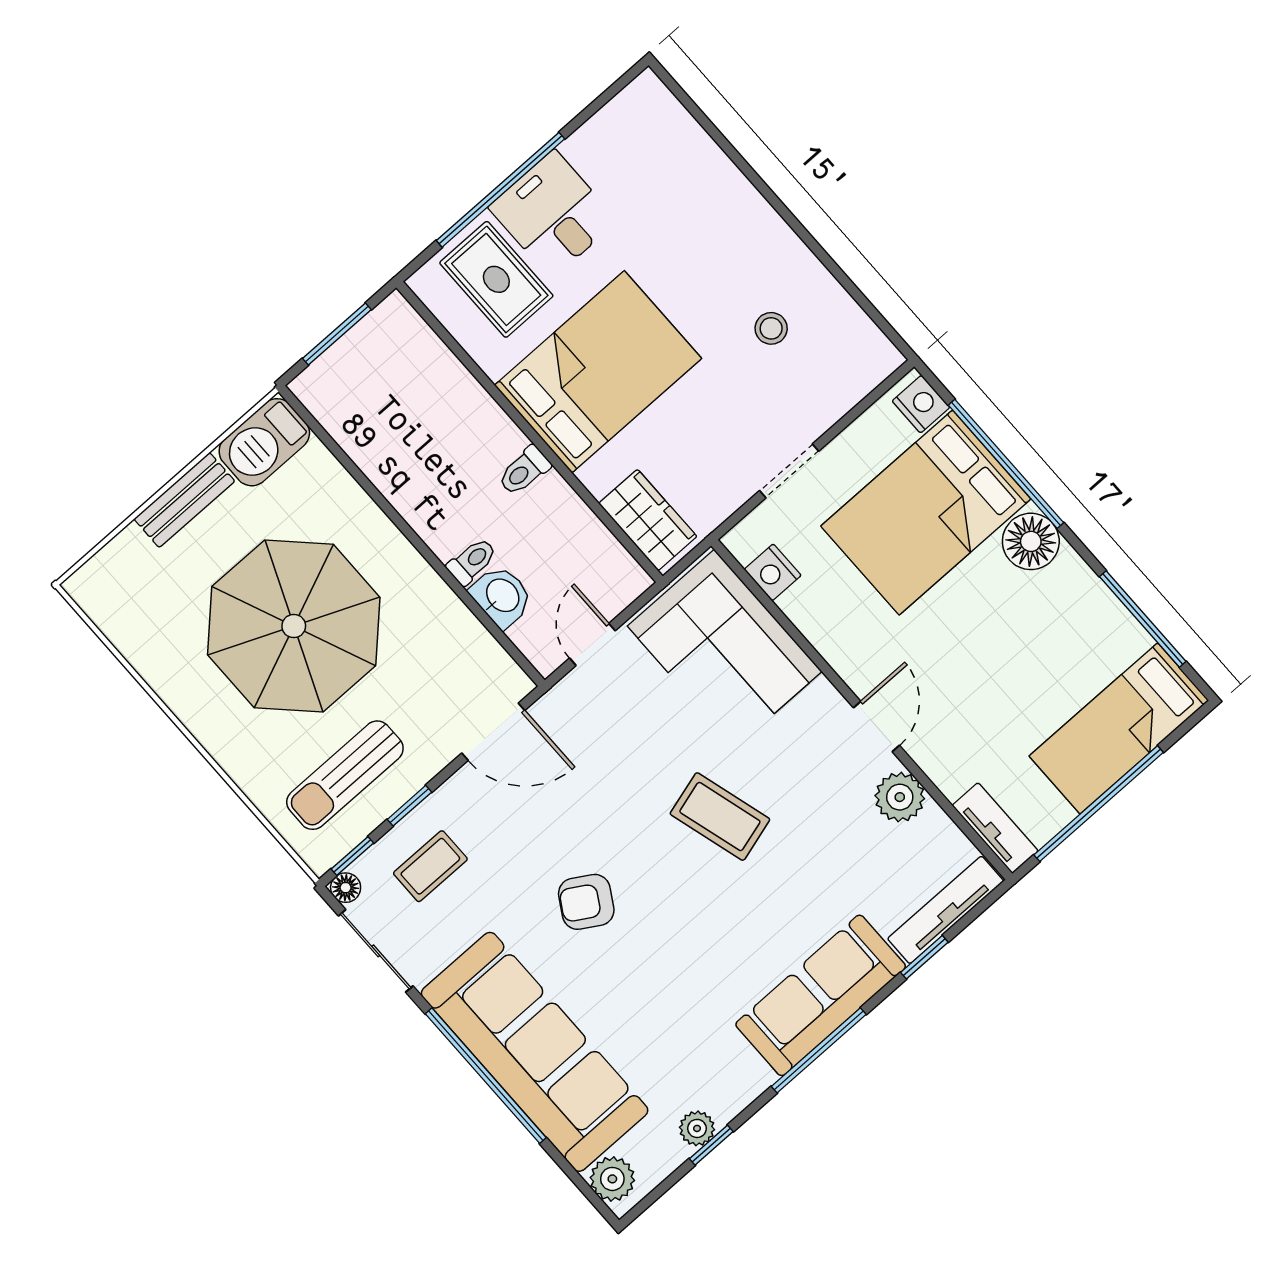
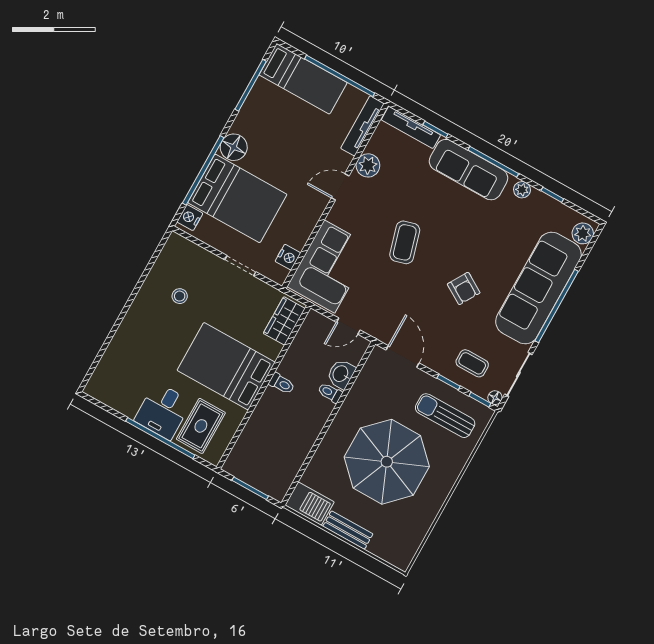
sun lounger: (345, 775) -> (445, 416), turned 180
tv unit: (995, 828) -> (362, 126), width x1.41
plant: (697, 1128) -> (522, 190), moved

